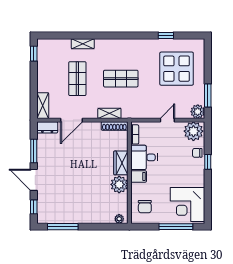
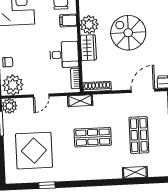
shelving: (109, 113) -> (80, 101), moved
spiral stairs: (83, 175) -> (128, 33), added
filing cabinet: (139, 176) -> (68, 20), moved

